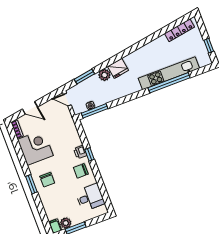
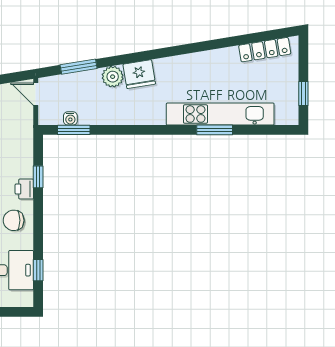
window: (169, 83) -> (215, 130), width x0.47
window: (95, 111) -> (74, 130), width x0.69
window: (89, 154) -> (38, 177), moved
window: (104, 192) -> (38, 270), added

